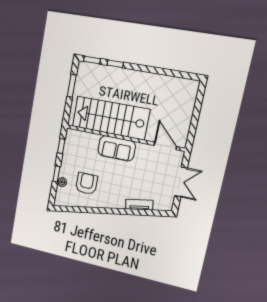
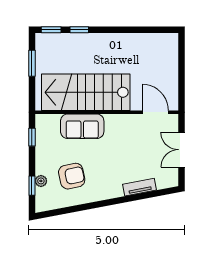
sofa: (117, 148) -> (82, 126), moved
window: (56, 174) -> (32, 186), moved
double door: (181, 182) -> (181, 150), swing flipped
armchair: (87, 184) -> (72, 176), turned 78

